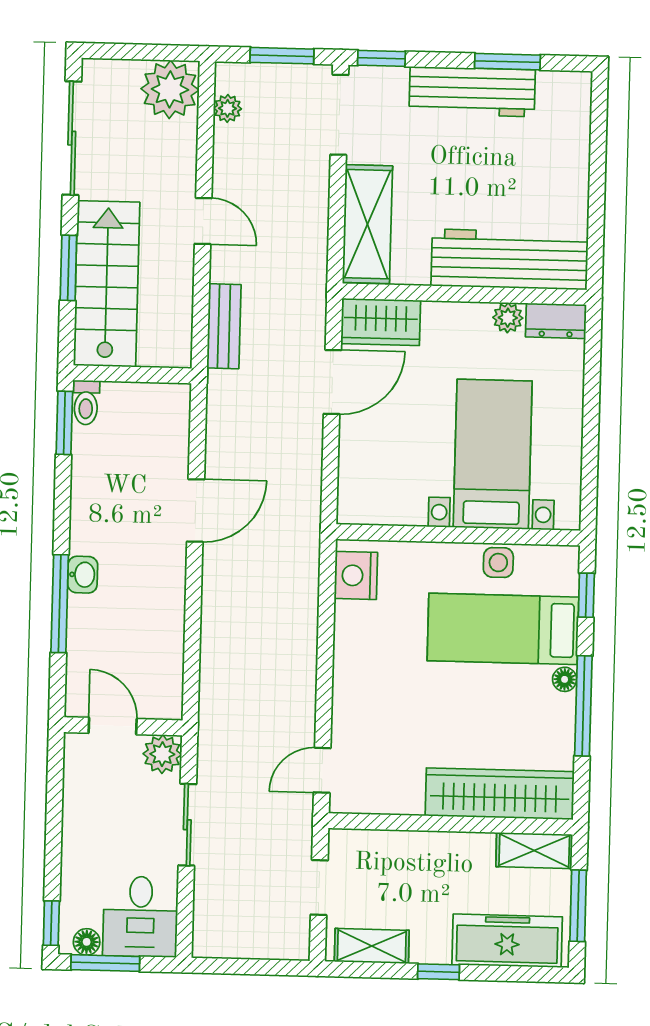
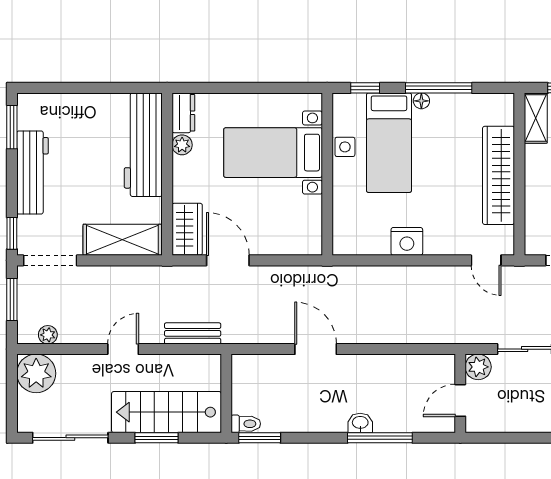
window: (507, 62) -> (12, 127), moved
nightstand: (356, 575) -> (407, 241), moved
wardrobe: (500, 794) -> (499, 175), moved

